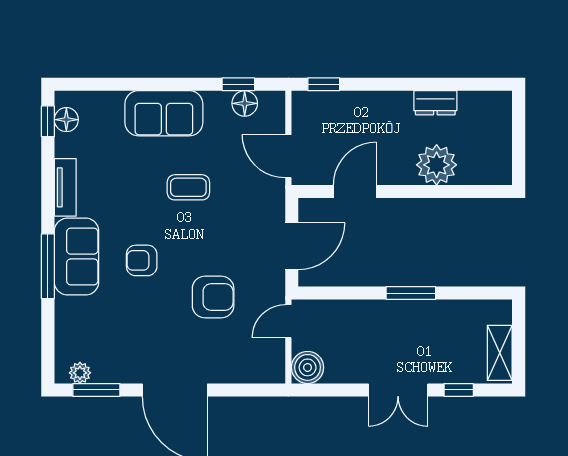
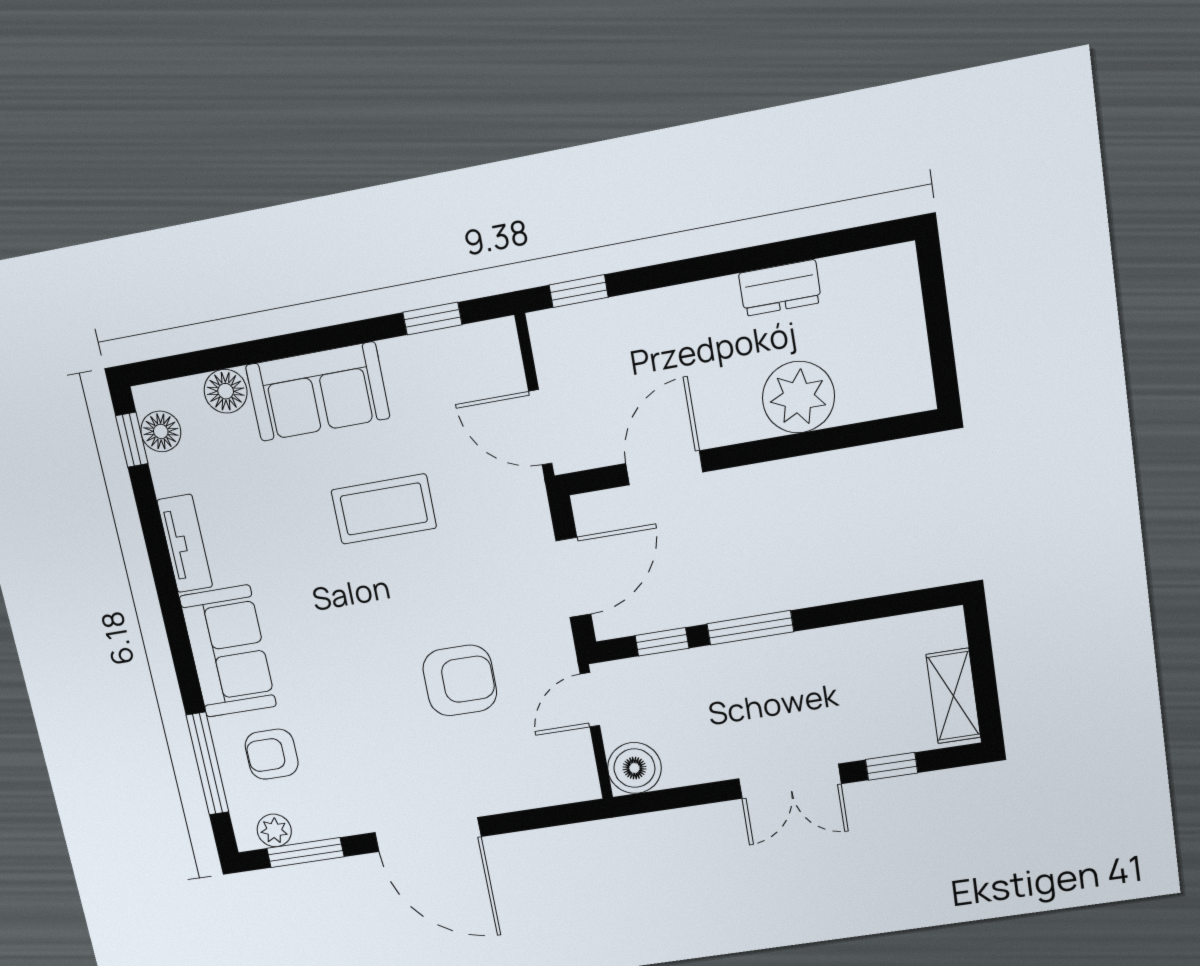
floor lamp: (245, 103) -> (226, 391), moved
coffee table: (188, 187) -> (384, 509), width x1.36, depth x1.30
armchair: (142, 260) -> (272, 754), moved
window: (48, 266) -> (207, 764), moved
window: (337, 293) -> (662, 642), added
window: (411, 293) -> (750, 628), moved

